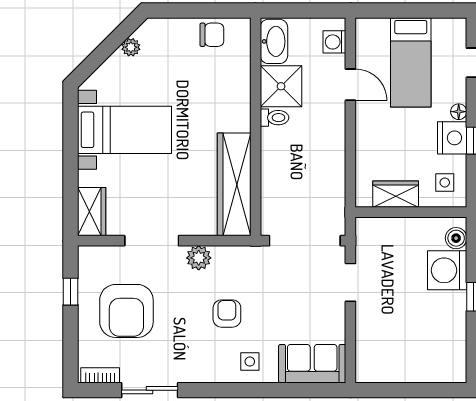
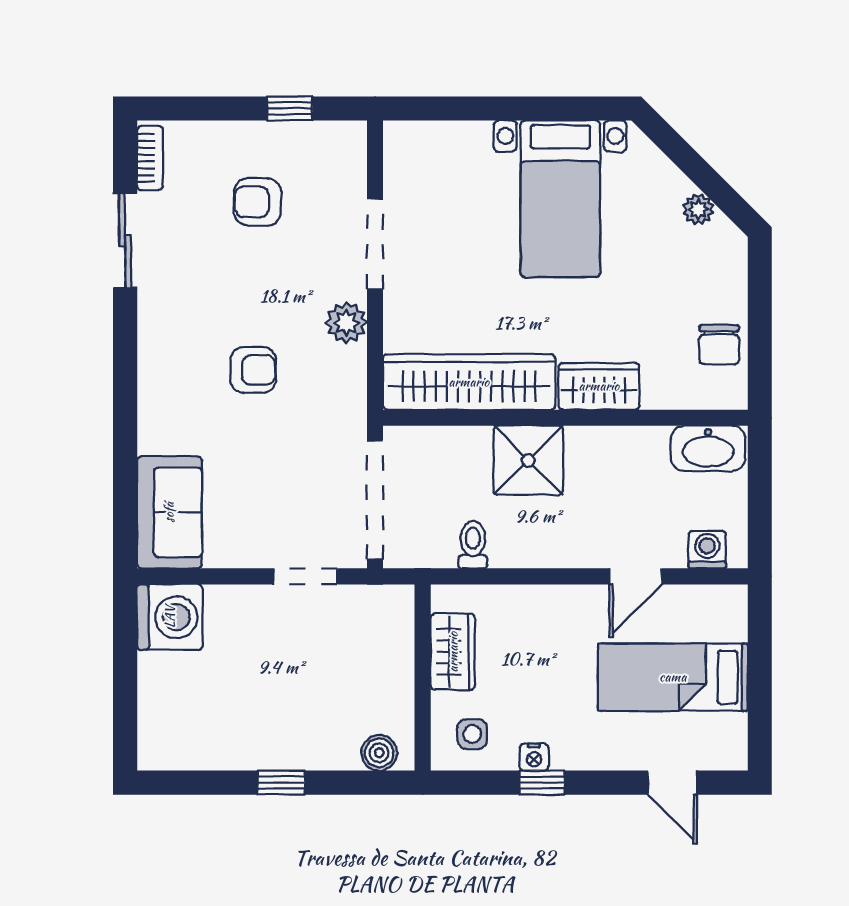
shower: (281, 86) -> (528, 460), moved
floor lamp: (459, 112) -> (591, 757), removed
toilet: (275, 118) -> (473, 545), moved, turned 180
nightstand: (452, 138) -> (534, 757), width x0.53, depth x0.56
wardrobe: (92, 212) -> (599, 386), moved, turned 180
washing machine: (447, 270) -> (170, 617), moved, turned 90
armchair: (126, 311) -> (258, 202), width x0.53, depth x0.53
side table: (250, 362) -> (173, 408), removed

